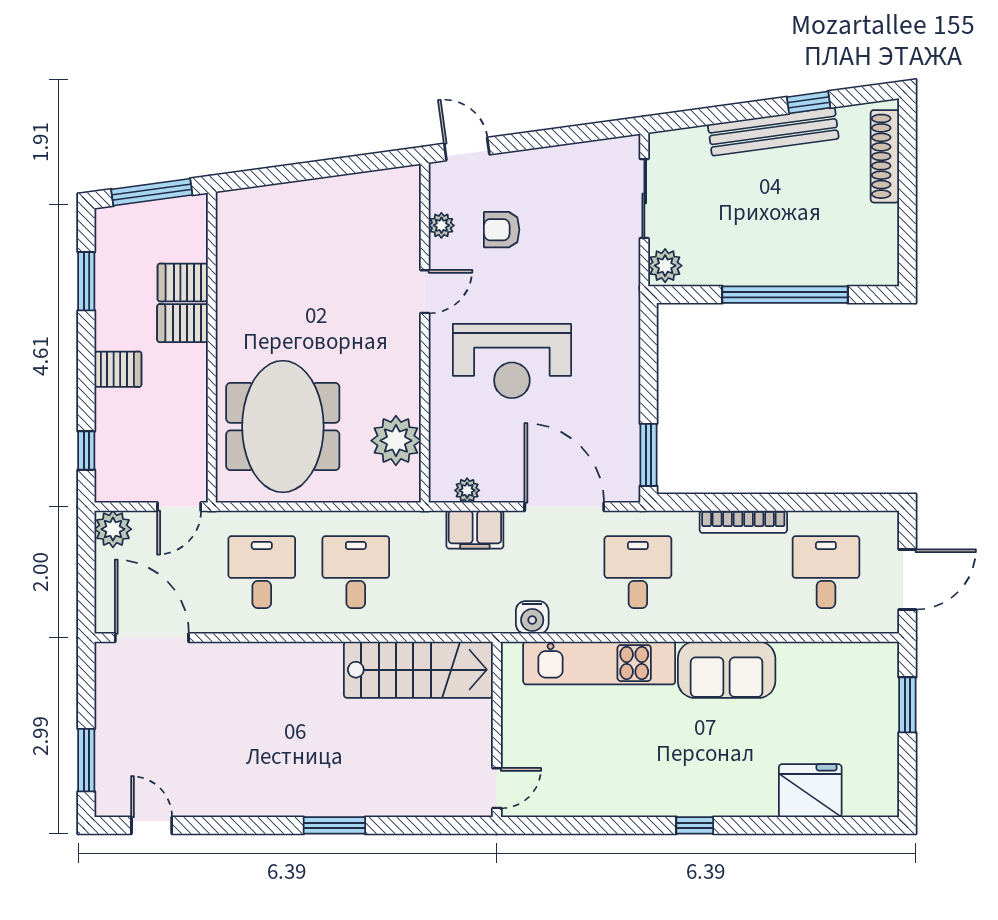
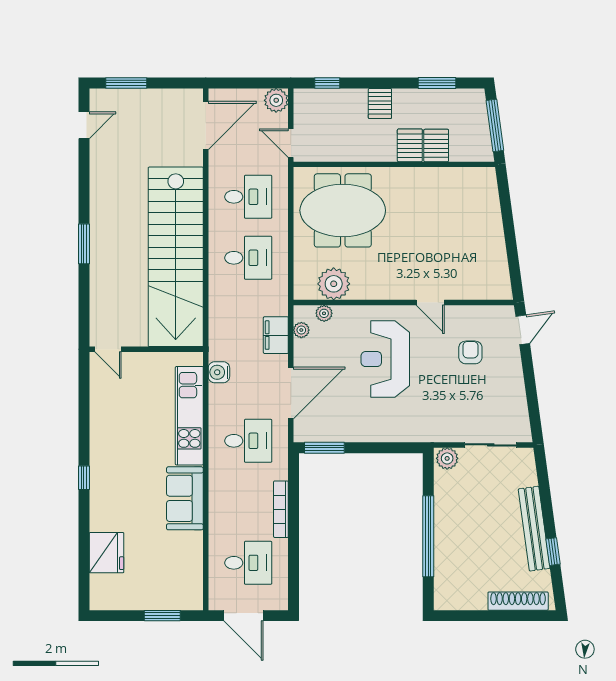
plant: (441, 225) -> (324, 313), moved
stairs: (418, 670) -> (176, 257), width x1.86, depth x1.51

